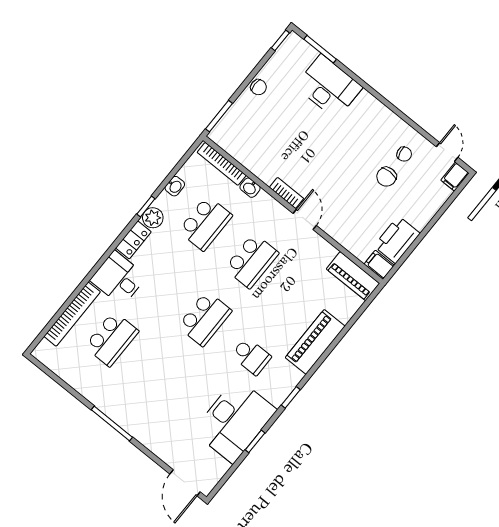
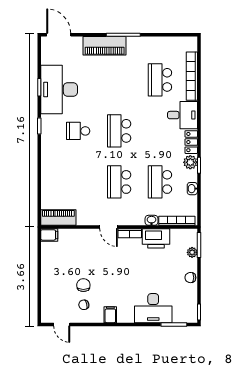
plant: (233, 114) -> (192, 252), added
filing cabinet: (455, 177) -> (110, 315), moved
printer: (397, 240) -> (156, 238), moved, turned 90
piano: (315, 342) -> (105, 46), moved, turned 90

